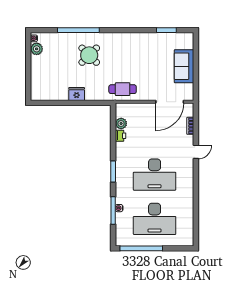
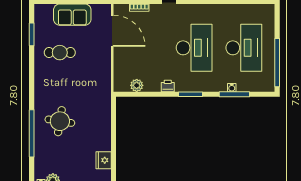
round table: (89, 55) -> (60, 121), turned -36
cafe table: (123, 89) -> (60, 53), moved, turned 90
fridge: (77, 94) -> (104, 160), moved
printer: (121, 136) -> (168, 86), moved

